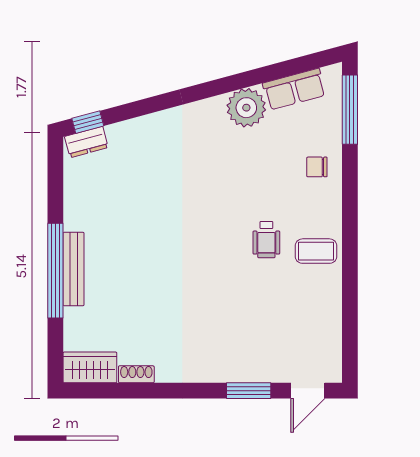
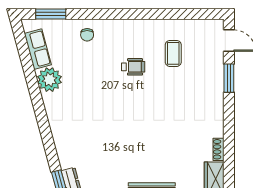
window: (350, 110) -> (51, 14), width x0.69
coffee table: (316, 251) -> (173, 53), moved

